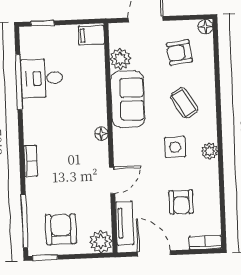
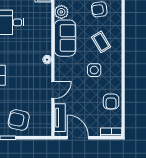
plant: (210, 151) -> (116, 74), removed
armchair: (181, 202) -> (111, 102), moved
armchair: (61, 229) -> (19, 120), turned -78
plant: (101, 242) -> (44, 129), removed

